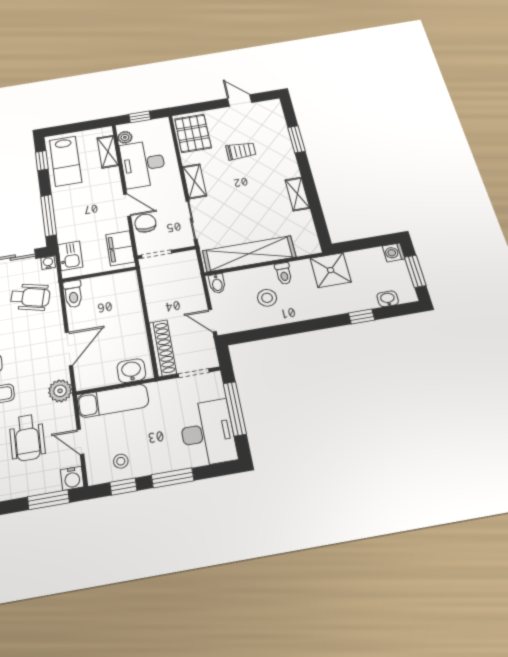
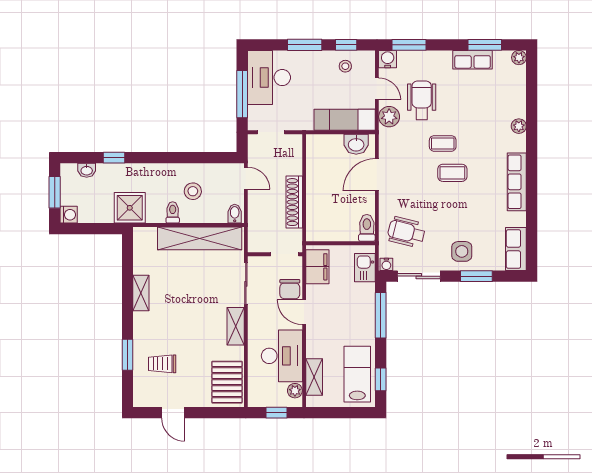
trolley: (241, 151) -> (162, 364), moved
shoe rack: (163, 348) -> (294, 202), moved
washbasin: (131, 371) -> (356, 144), moved
plant: (60, 391) -> (389, 117), moved

